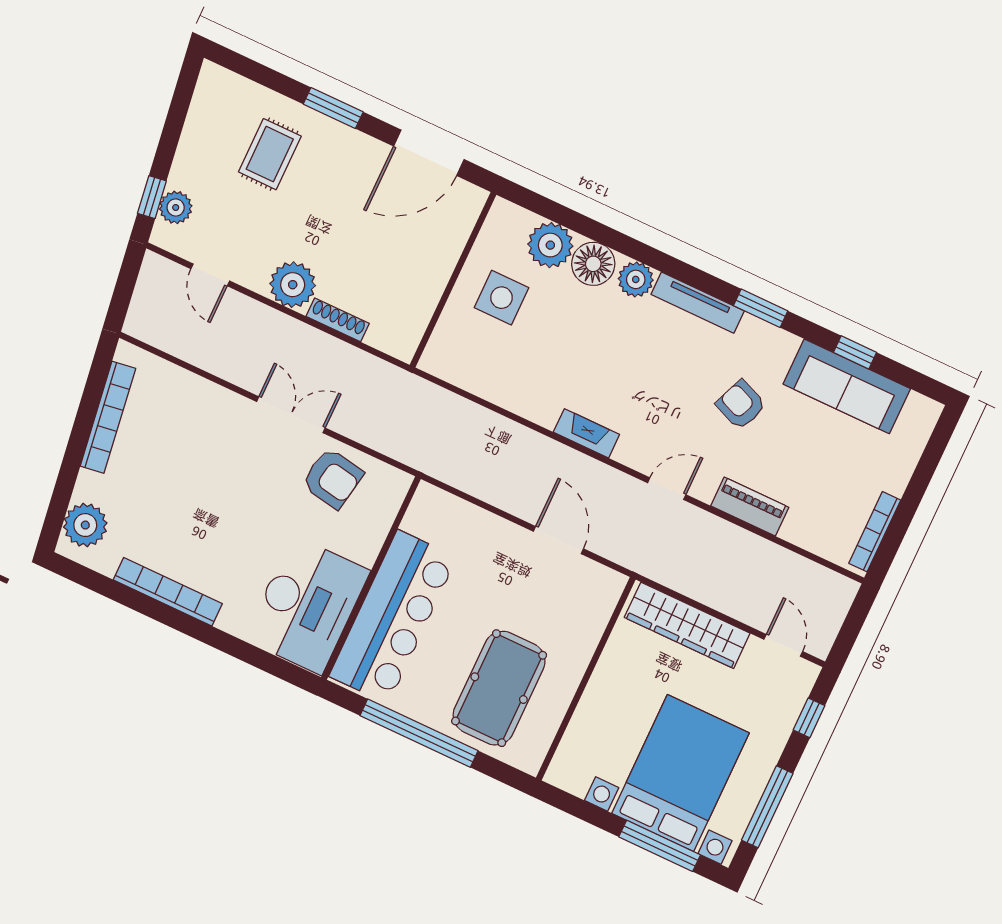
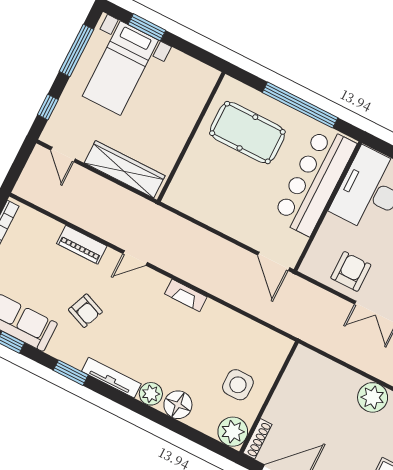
plant: (550, 245) -> (233, 432), moved
shoe rack: (338, 320) -> (257, 439), moved, turned -90
armchair: (332, 478) -> (351, 271), turned 80
door: (558, 540) -> (274, 261), moved
pool table: (499, 688) -> (247, 133), turned 90
bed with nightstands: (681, 773) -> (120, 68), width x0.73
window: (660, 846) -> (147, 27), width x0.69

